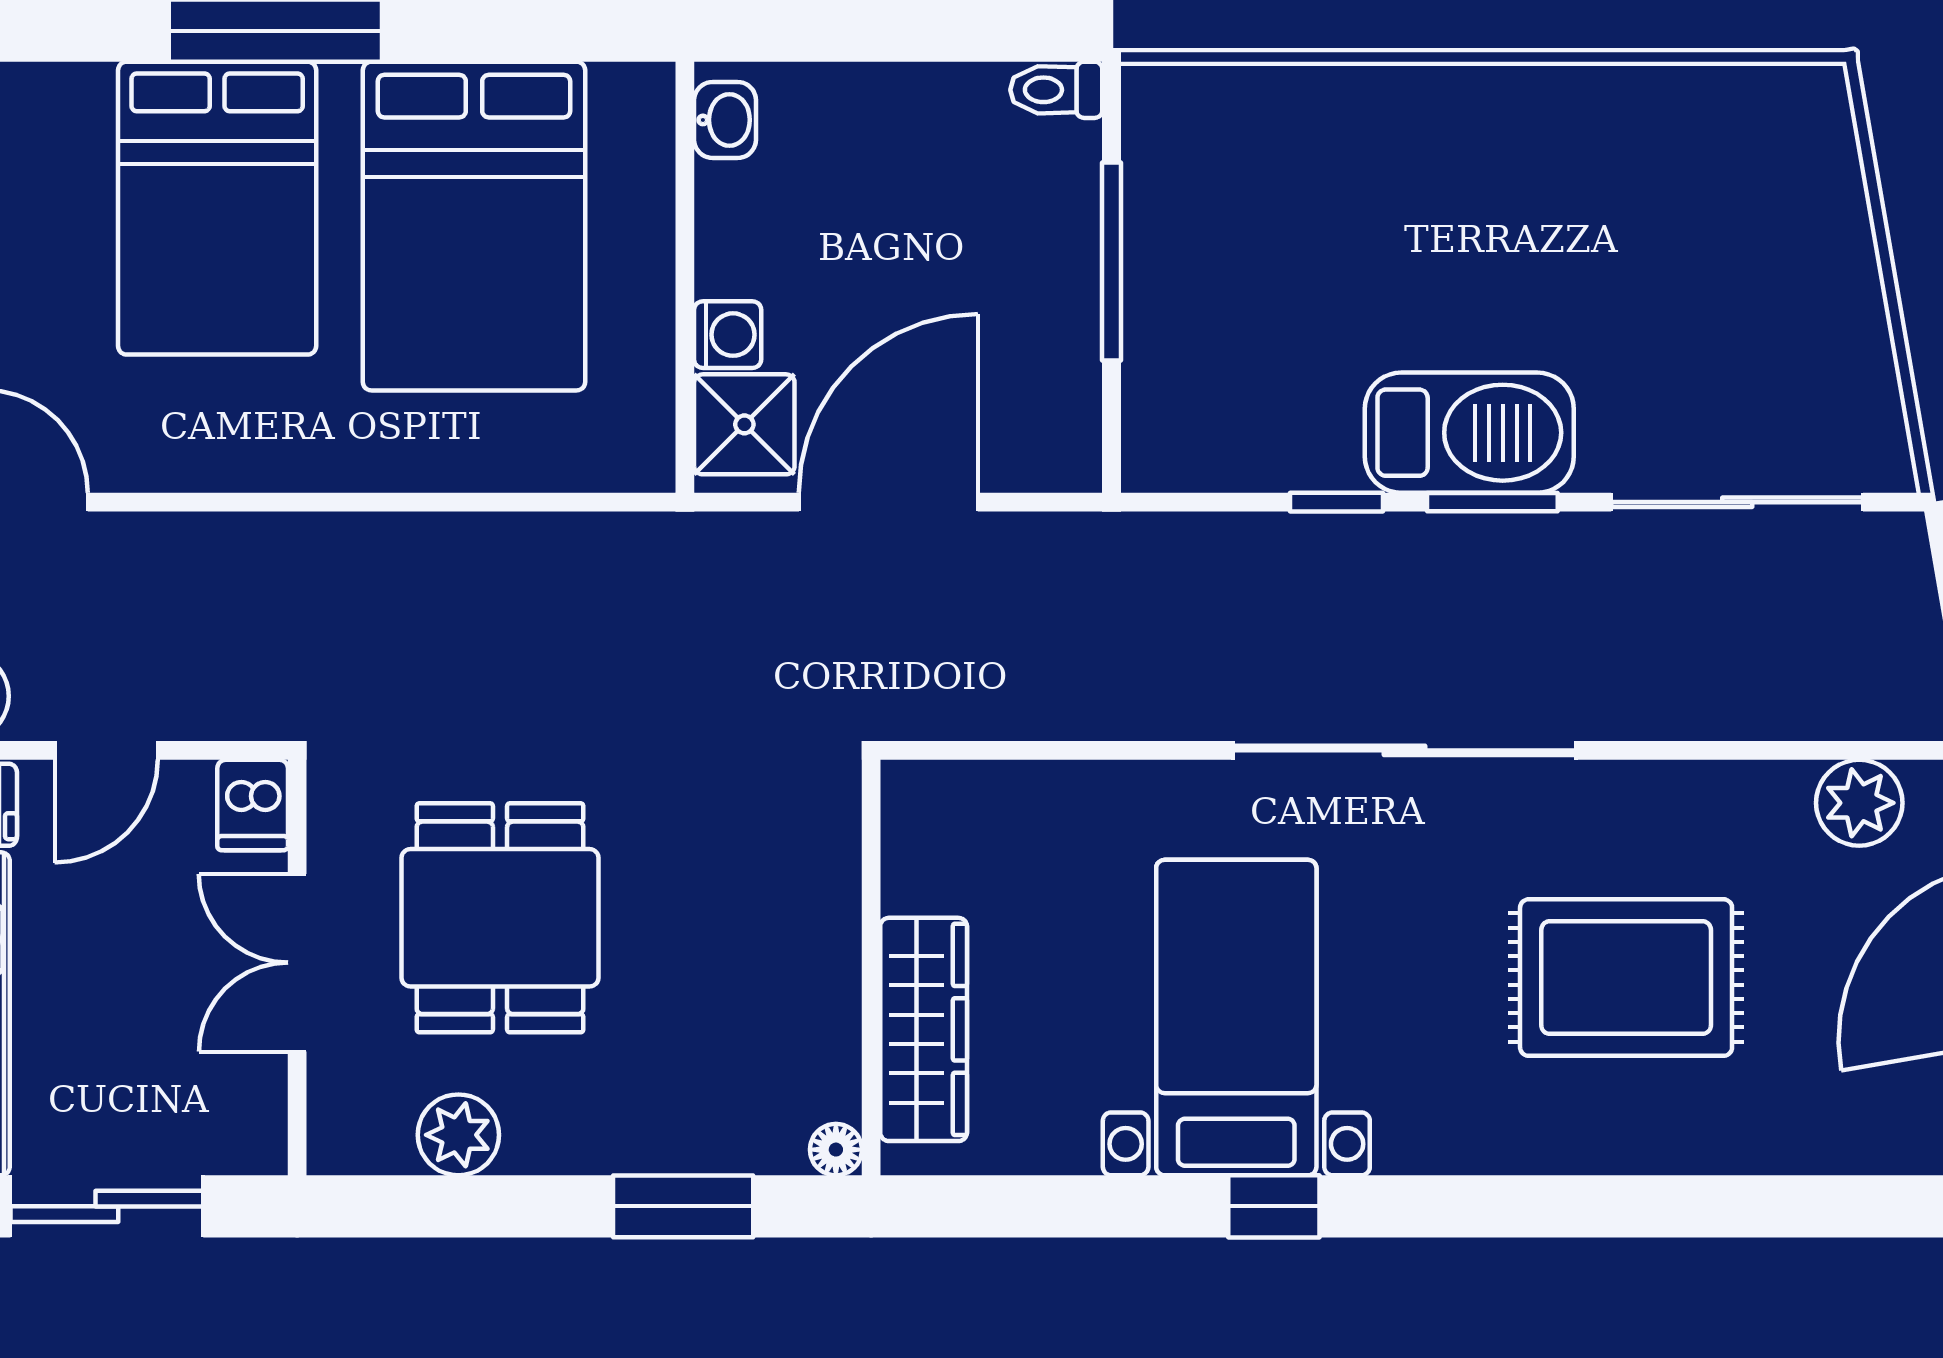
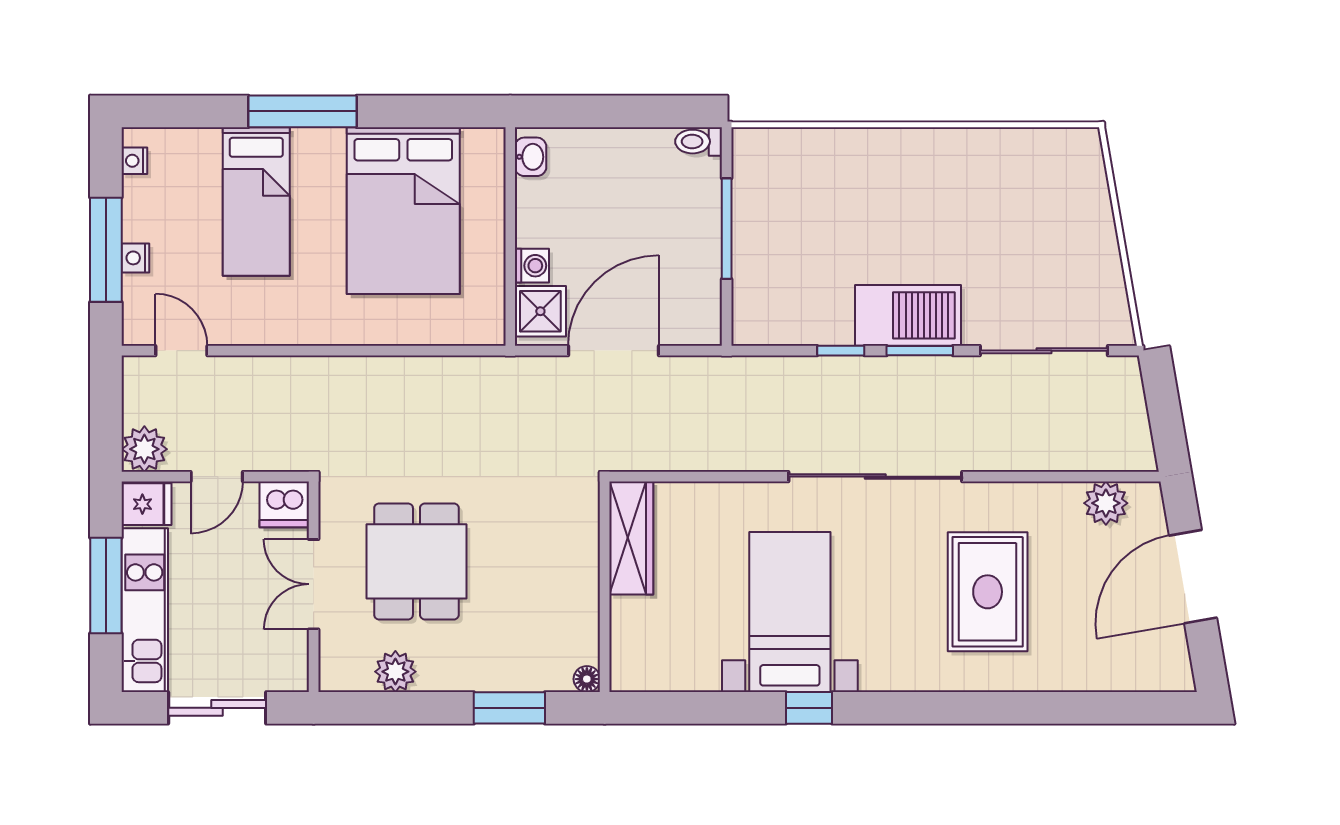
bed: (217, 208) -> (256, 202), width x0.67
dishwasher: (253, 805) -> (284, 504), width x1.38
rug: (1626, 978) -> (988, 592), turned 90
wardrobe: (924, 1029) -> (631, 538), moved

